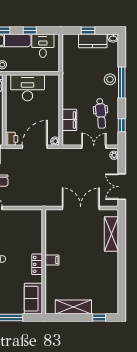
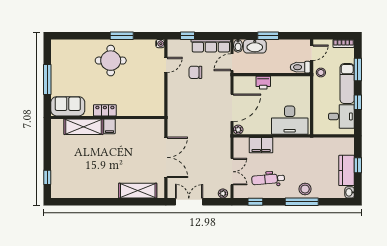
desk: (28, 88) -> (290, 120), moved, turned 90
printer: (12, 139) -> (263, 83), moved
door: (35, 147) -> (232, 108), hinge flipped
shelving: (73, 307) -> (83, 127), moved, turned 90

